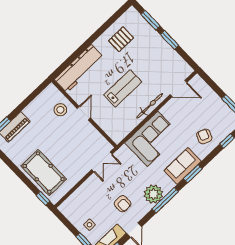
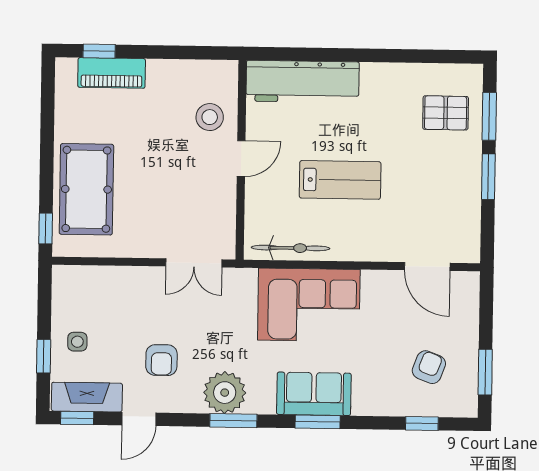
pallet: (121, 39) -> (446, 113), moved
bicycle: (150, 106) -> (291, 248), moved
armchair: (204, 136) -> (429, 367), moved
window: (165, 200) -> (233, 421), width x0.69

